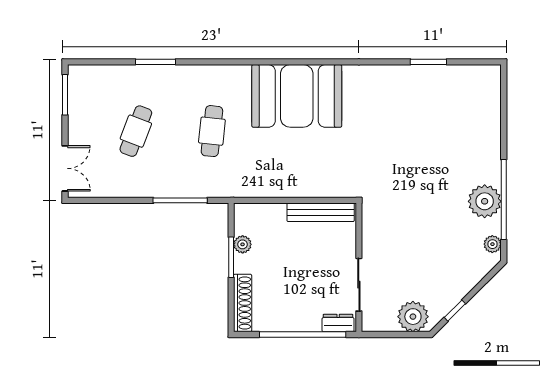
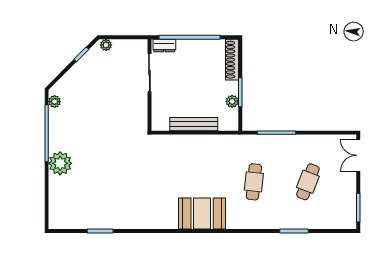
booth: (297, 96) -> (202, 213), width x0.73, depth x0.70
plant: (485, 201) -> (60, 163), moved
bench: (321, 212) -> (194, 124), moved
plant: (413, 317) -> (106, 45), width x0.53, depth x0.53

